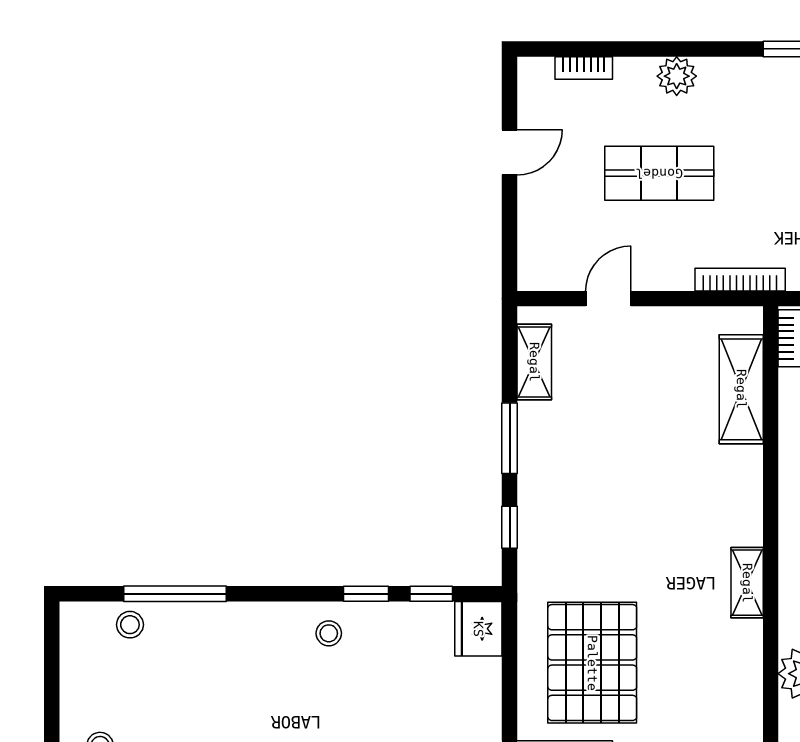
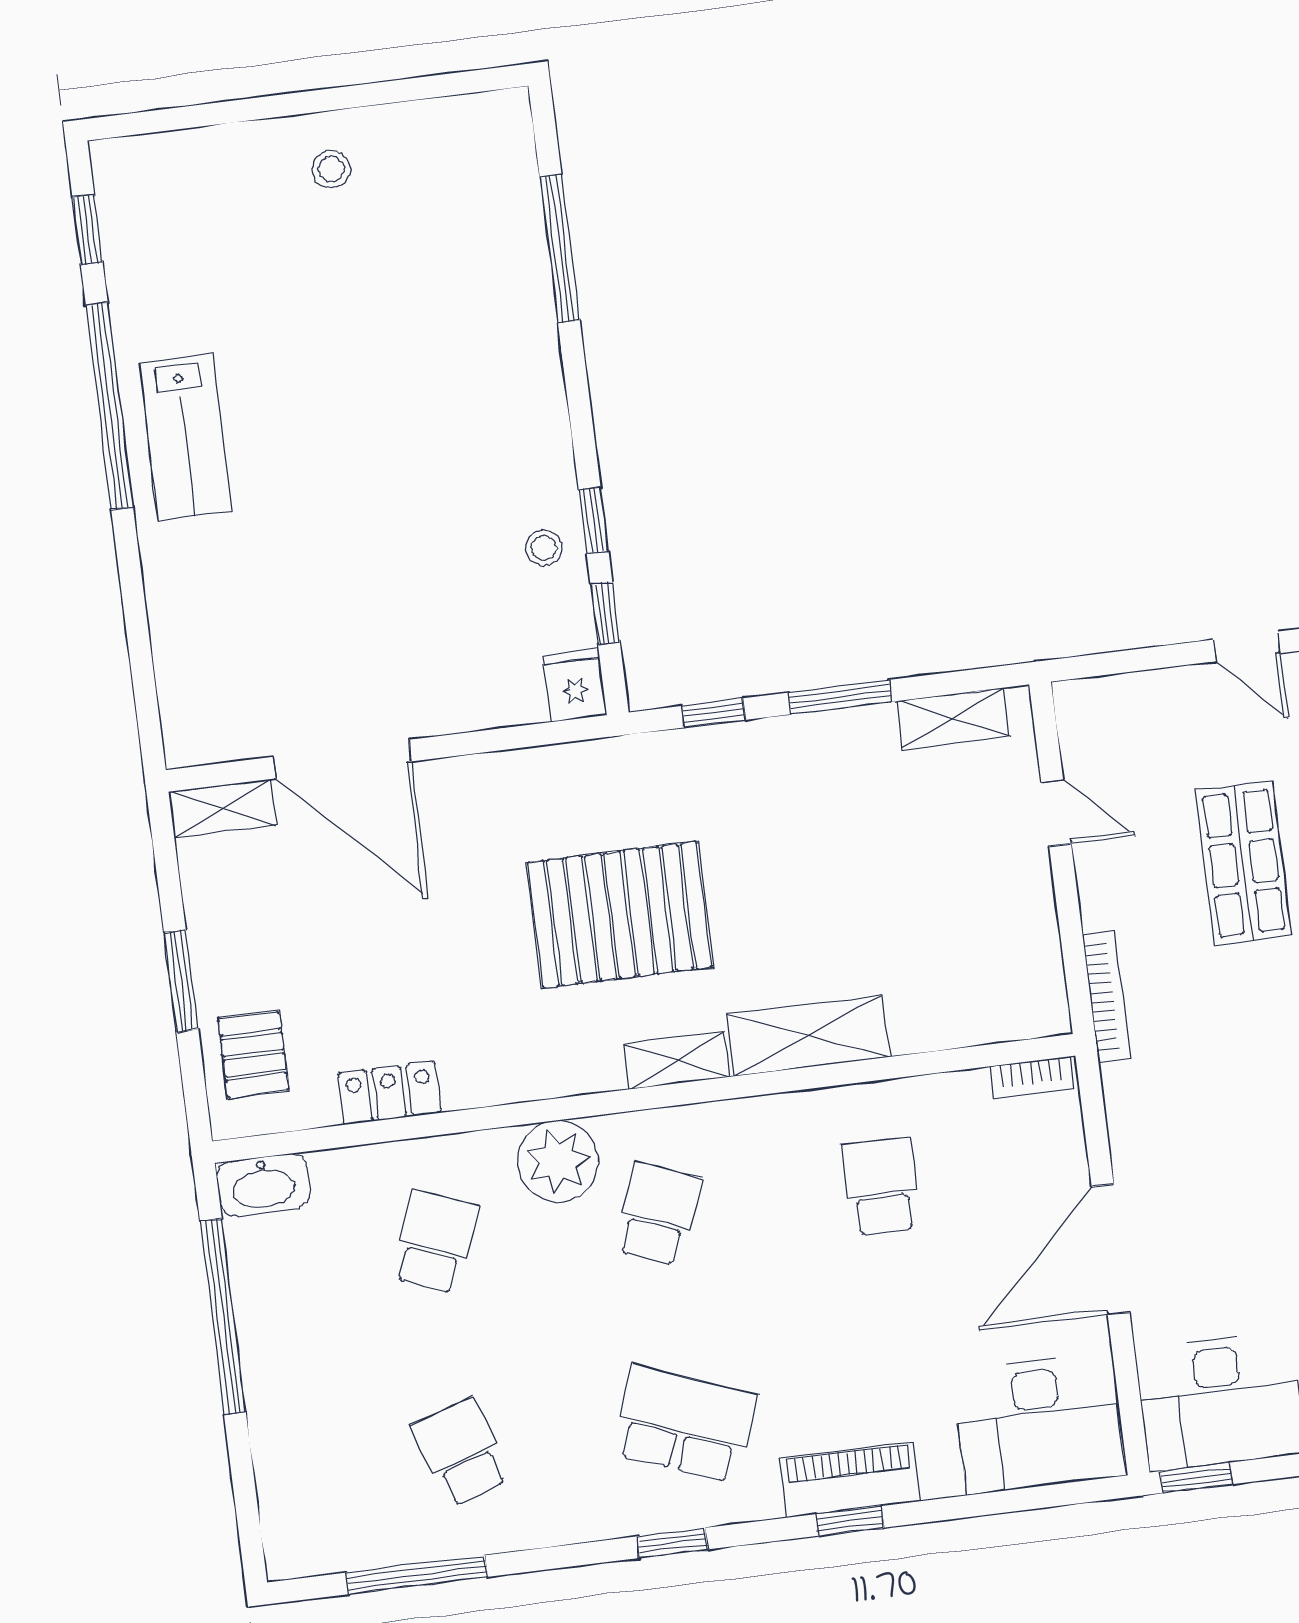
shelving: (741, 389) -> (808, 1036), moved
stool: (130, 625) -> (508, 190), removed
fridge: (478, 629) -> (575, 685), width x0.72
stool: (329, 633) -> (544, 548), moved
pallet: (592, 663) -> (620, 915), moved

